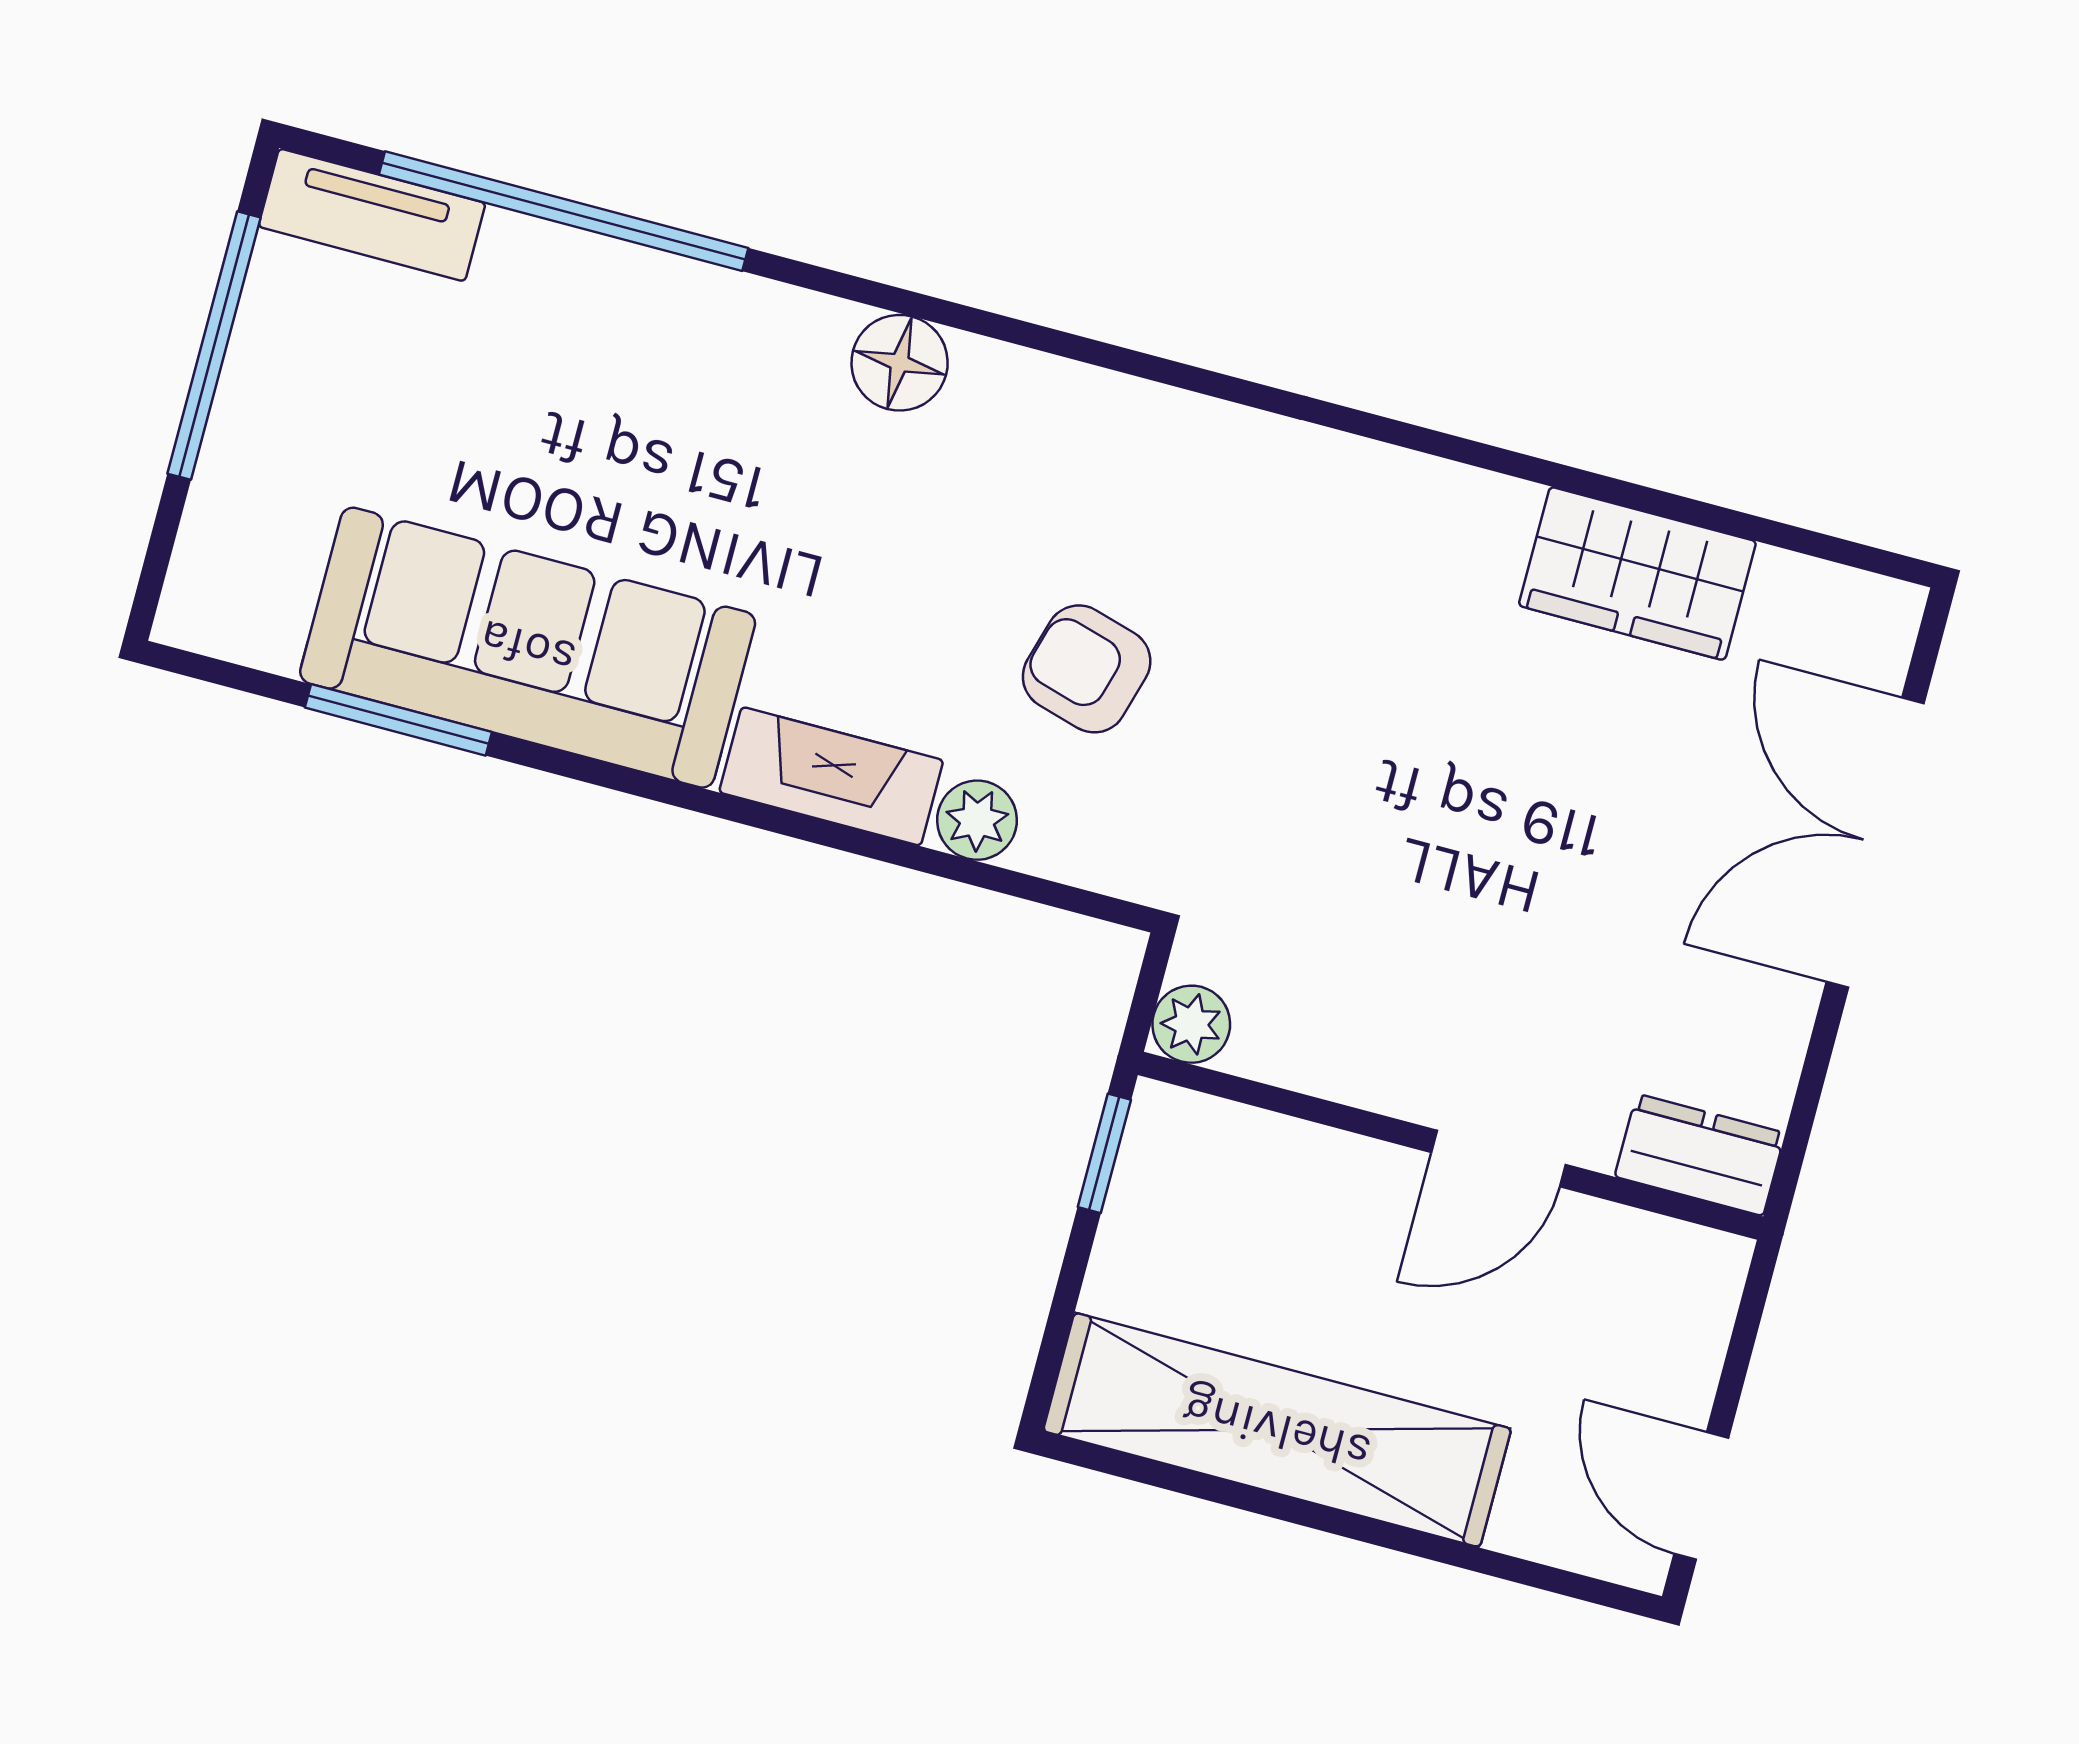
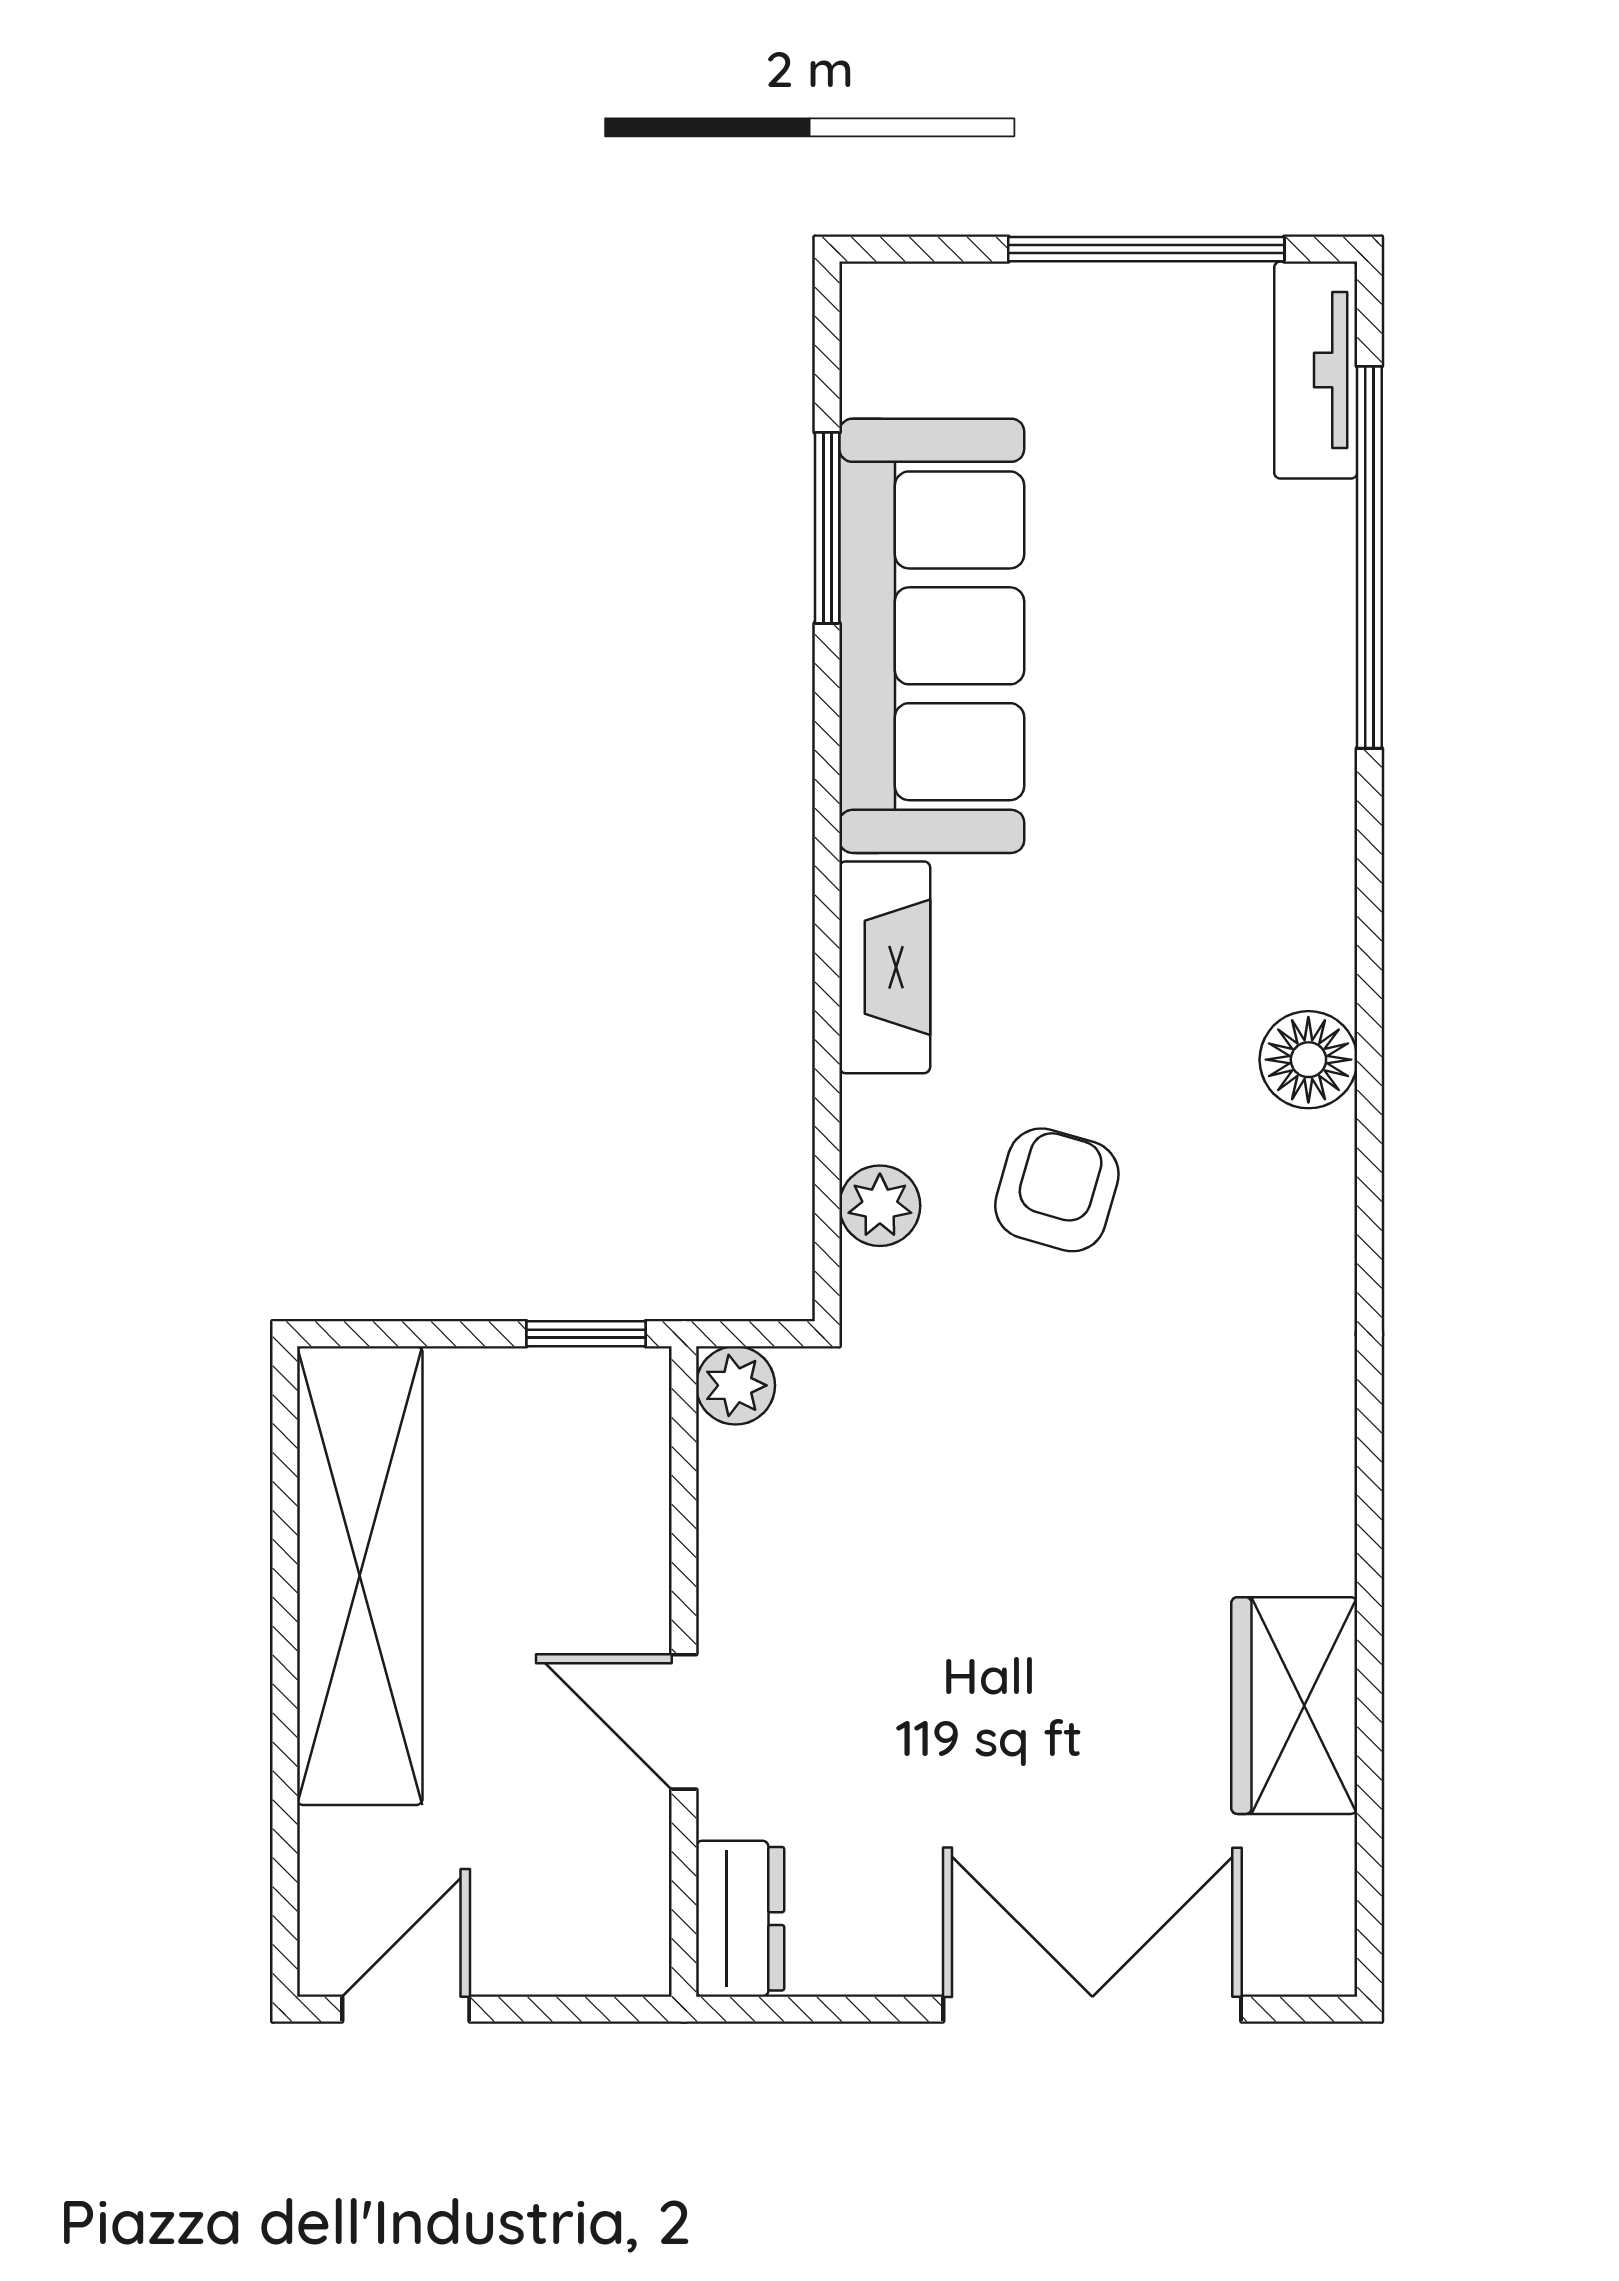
floor lamp: (900, 363) -> (1308, 1060), moved
plant: (977, 820) -> (880, 1206), moved

